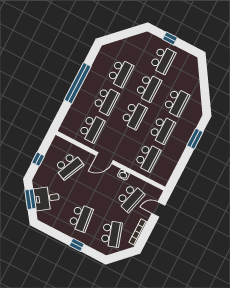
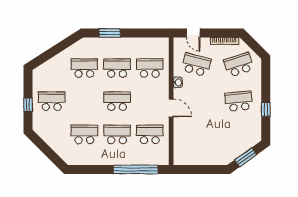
window: (78, 83) -> (136, 169), moved
school desk: (148, 88) -> (84, 101), removed
window: (38, 159) -> (204, 169), removed
school desk: (69, 166) -> (196, 138), removed
desk: (47, 198) -> (237, 142), removed
window: (77, 245) -> (266, 109), moved

